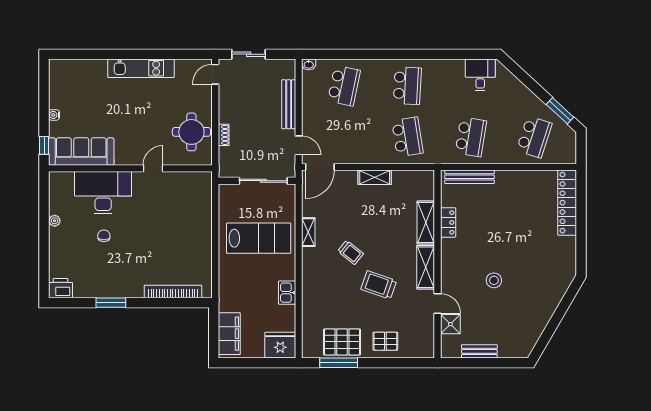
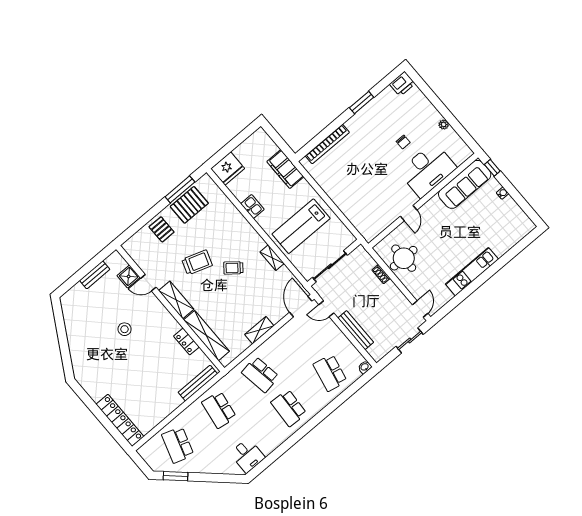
shelving: (426, 223) -> (206, 336), width x1.47
filing cabinet: (229, 334) -> (285, 169), moved
pallet: (385, 341) -> (162, 229), turned 90

